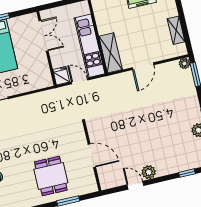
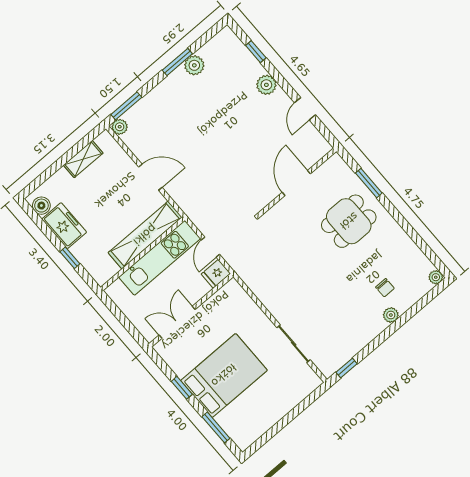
shelving: (111, 53) -> (145, 235), width x1.47
plant: (149, 172) -> (266, 85), moved

